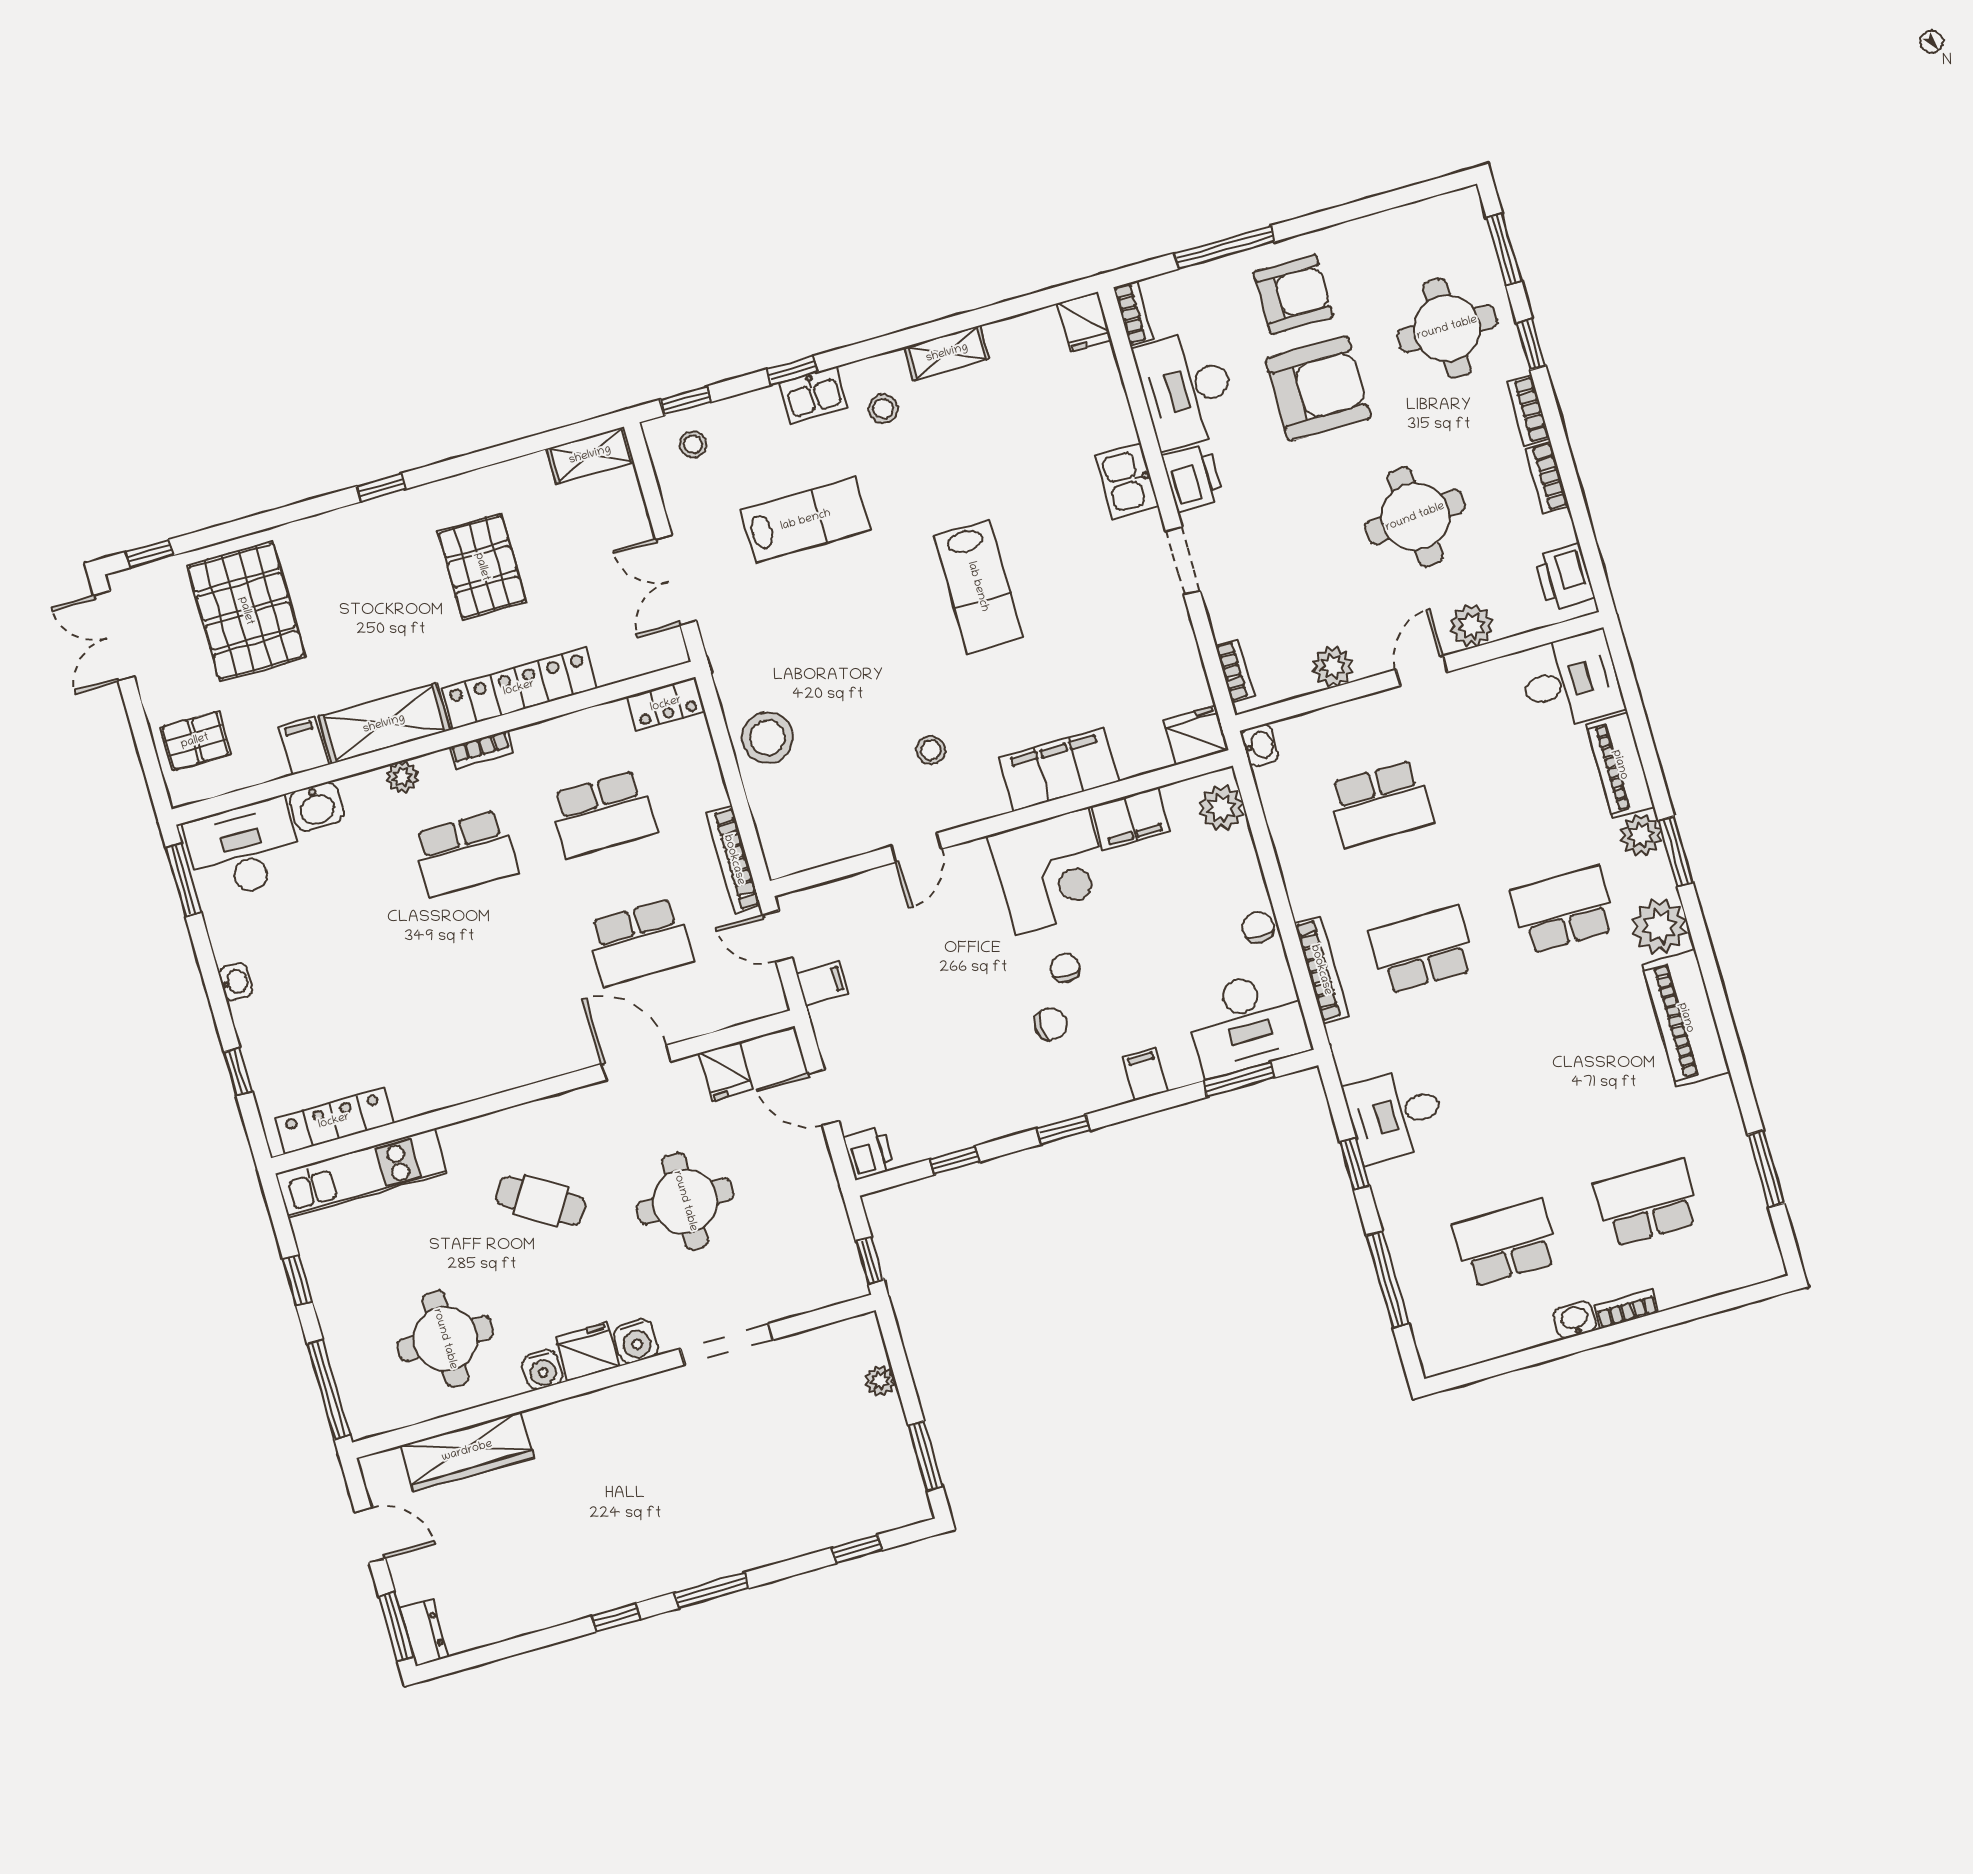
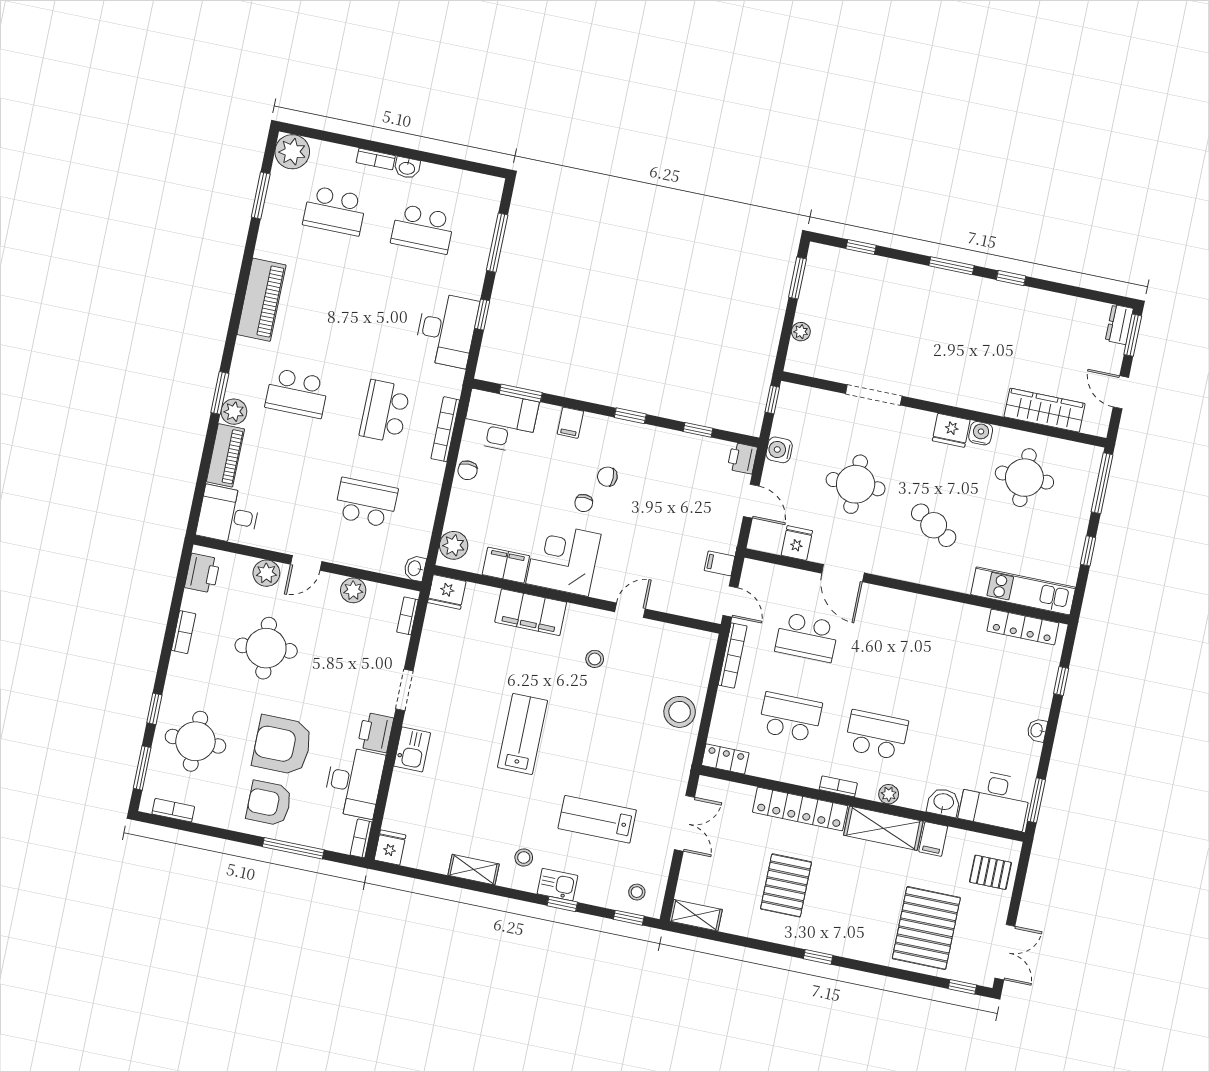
bookcase: (1528, 411) -> (173, 810), moved, turned -90
plant: (1660, 927) -> (292, 152), moved
school desk: (640, 942) -> (807, 637), turned 180
school desk: (1422, 950) -> (385, 411), turned 90
desk: (1395, 1115) -> (446, 330), width x1.37
water cooler: (636, 1341) -> (779, 450), moved, turned -90

